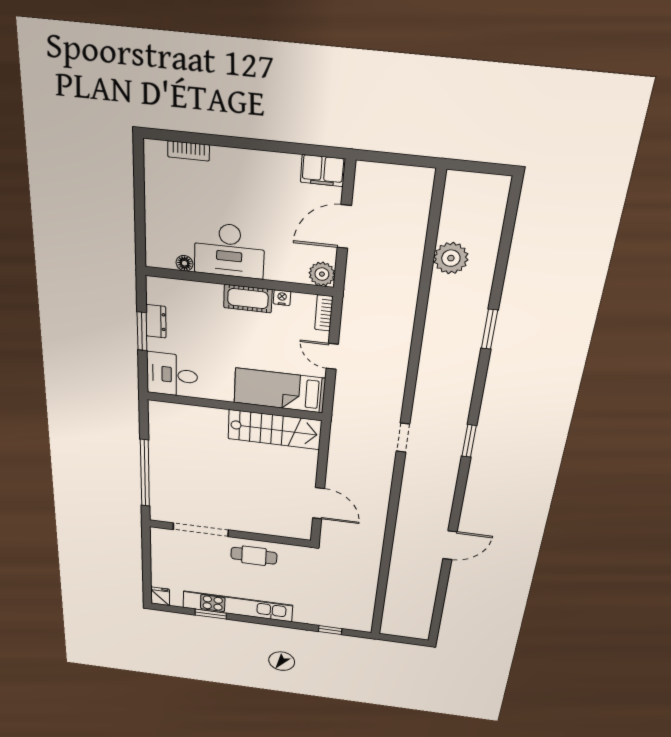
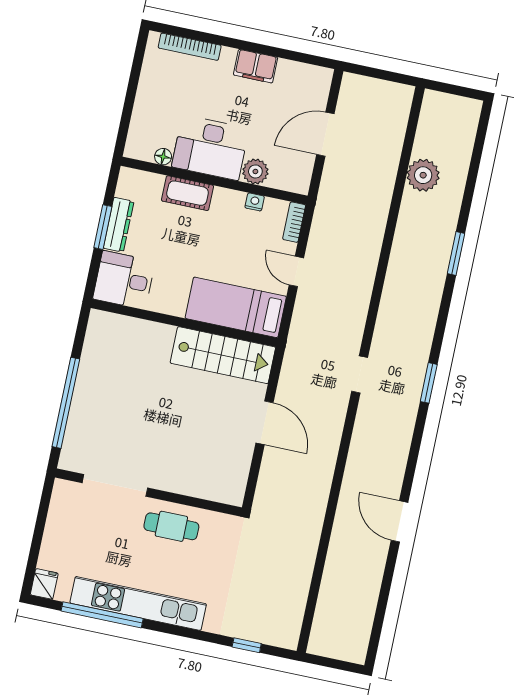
bookcase: (189, 151) -> (190, 47), width x1.56
filing cabinet: (323, 171) -> (256, 66), moved
plant: (322, 274) -> (255, 171), moved
cot: (248, 299) -> (188, 193), moved
dresser: (156, 321) -> (119, 225), width x1.44
door: (319, 503) -> (265, 423), moved
door: (450, 545) -> (400, 521), swing flipped
window: (211, 614) -> (102, 615), width x2.11

